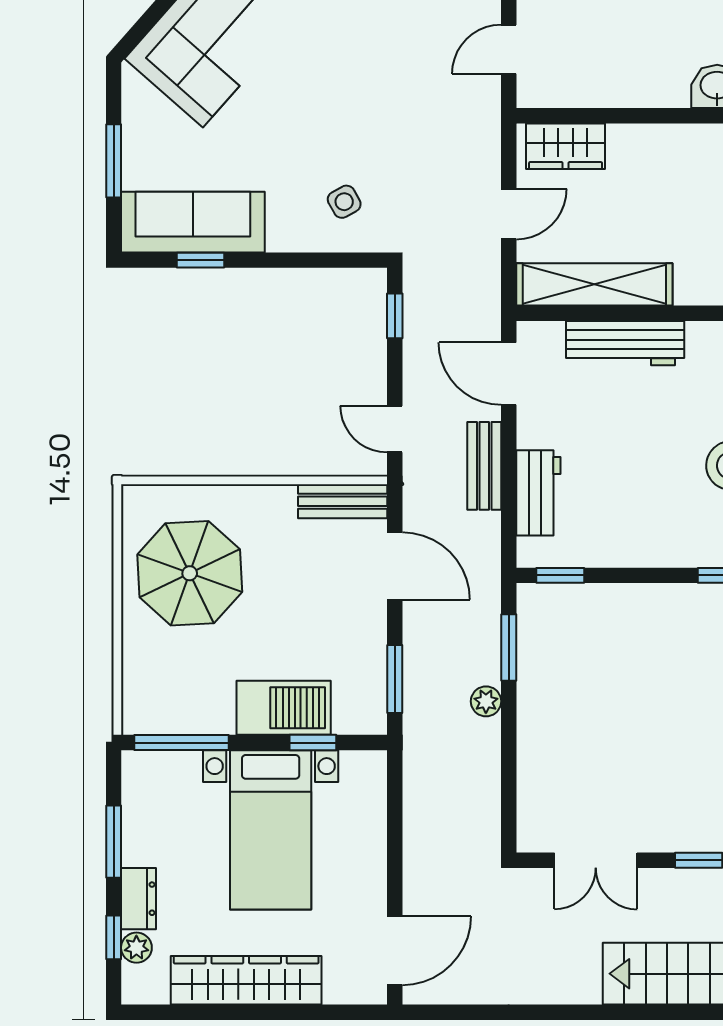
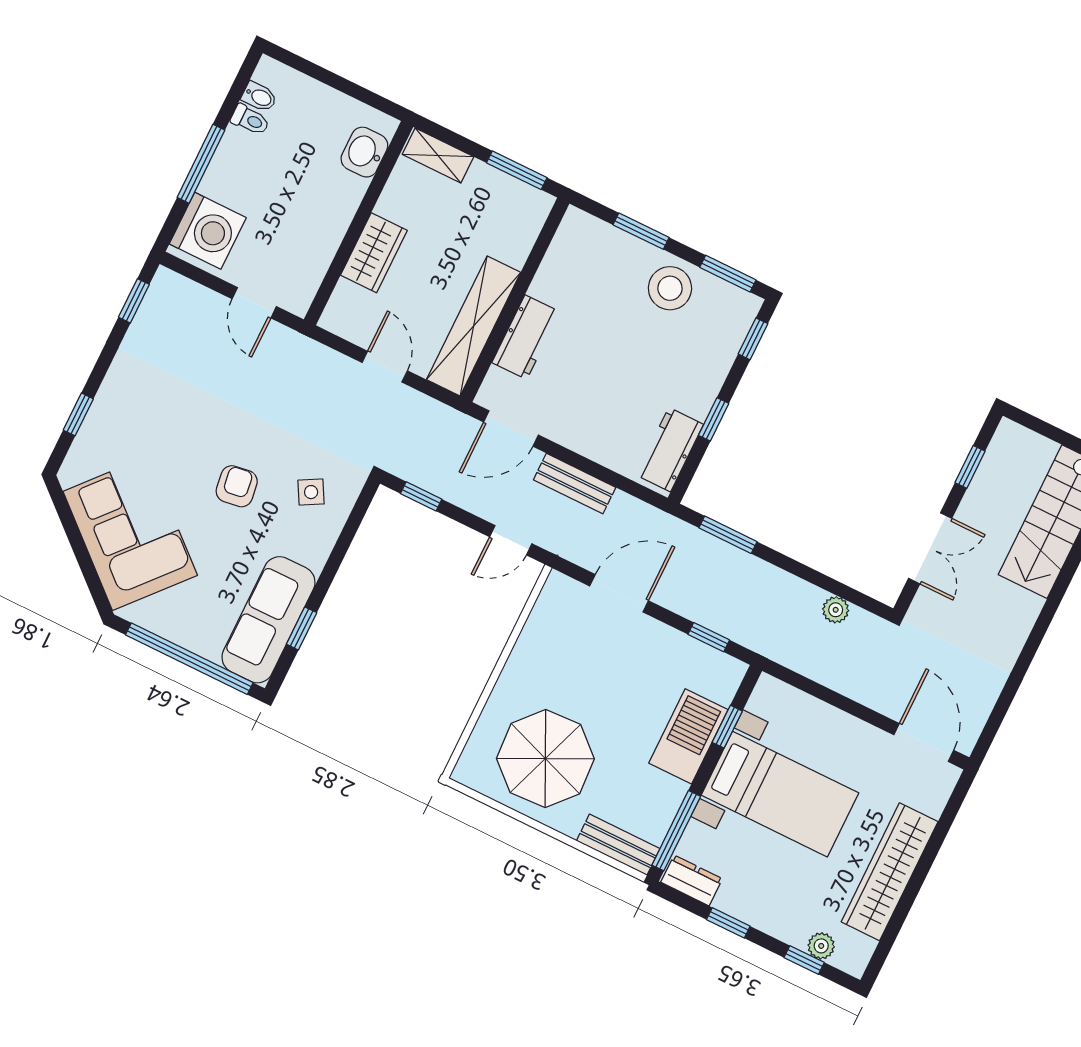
armchair: (313, 123) -> (237, 486), added
wardrobe: (566, 146) -> (374, 253), moved
window: (114, 161) -> (189, 659), width x2.11
workbench: (625, 343) -> (526, 337), width x0.73
workbench: (538, 493) -> (670, 450), moved, turned -90
bench: (343, 501) -> (618, 845), moved, turned 90
window: (560, 575) -> (714, 419), moved
window: (395, 679) -> (709, 637), width x0.67
plant: (486, 701) -> (836, 610), moved
window: (114, 842) -> (728, 923), width x0.67
dresser: (138, 899) -> (692, 880), moved

